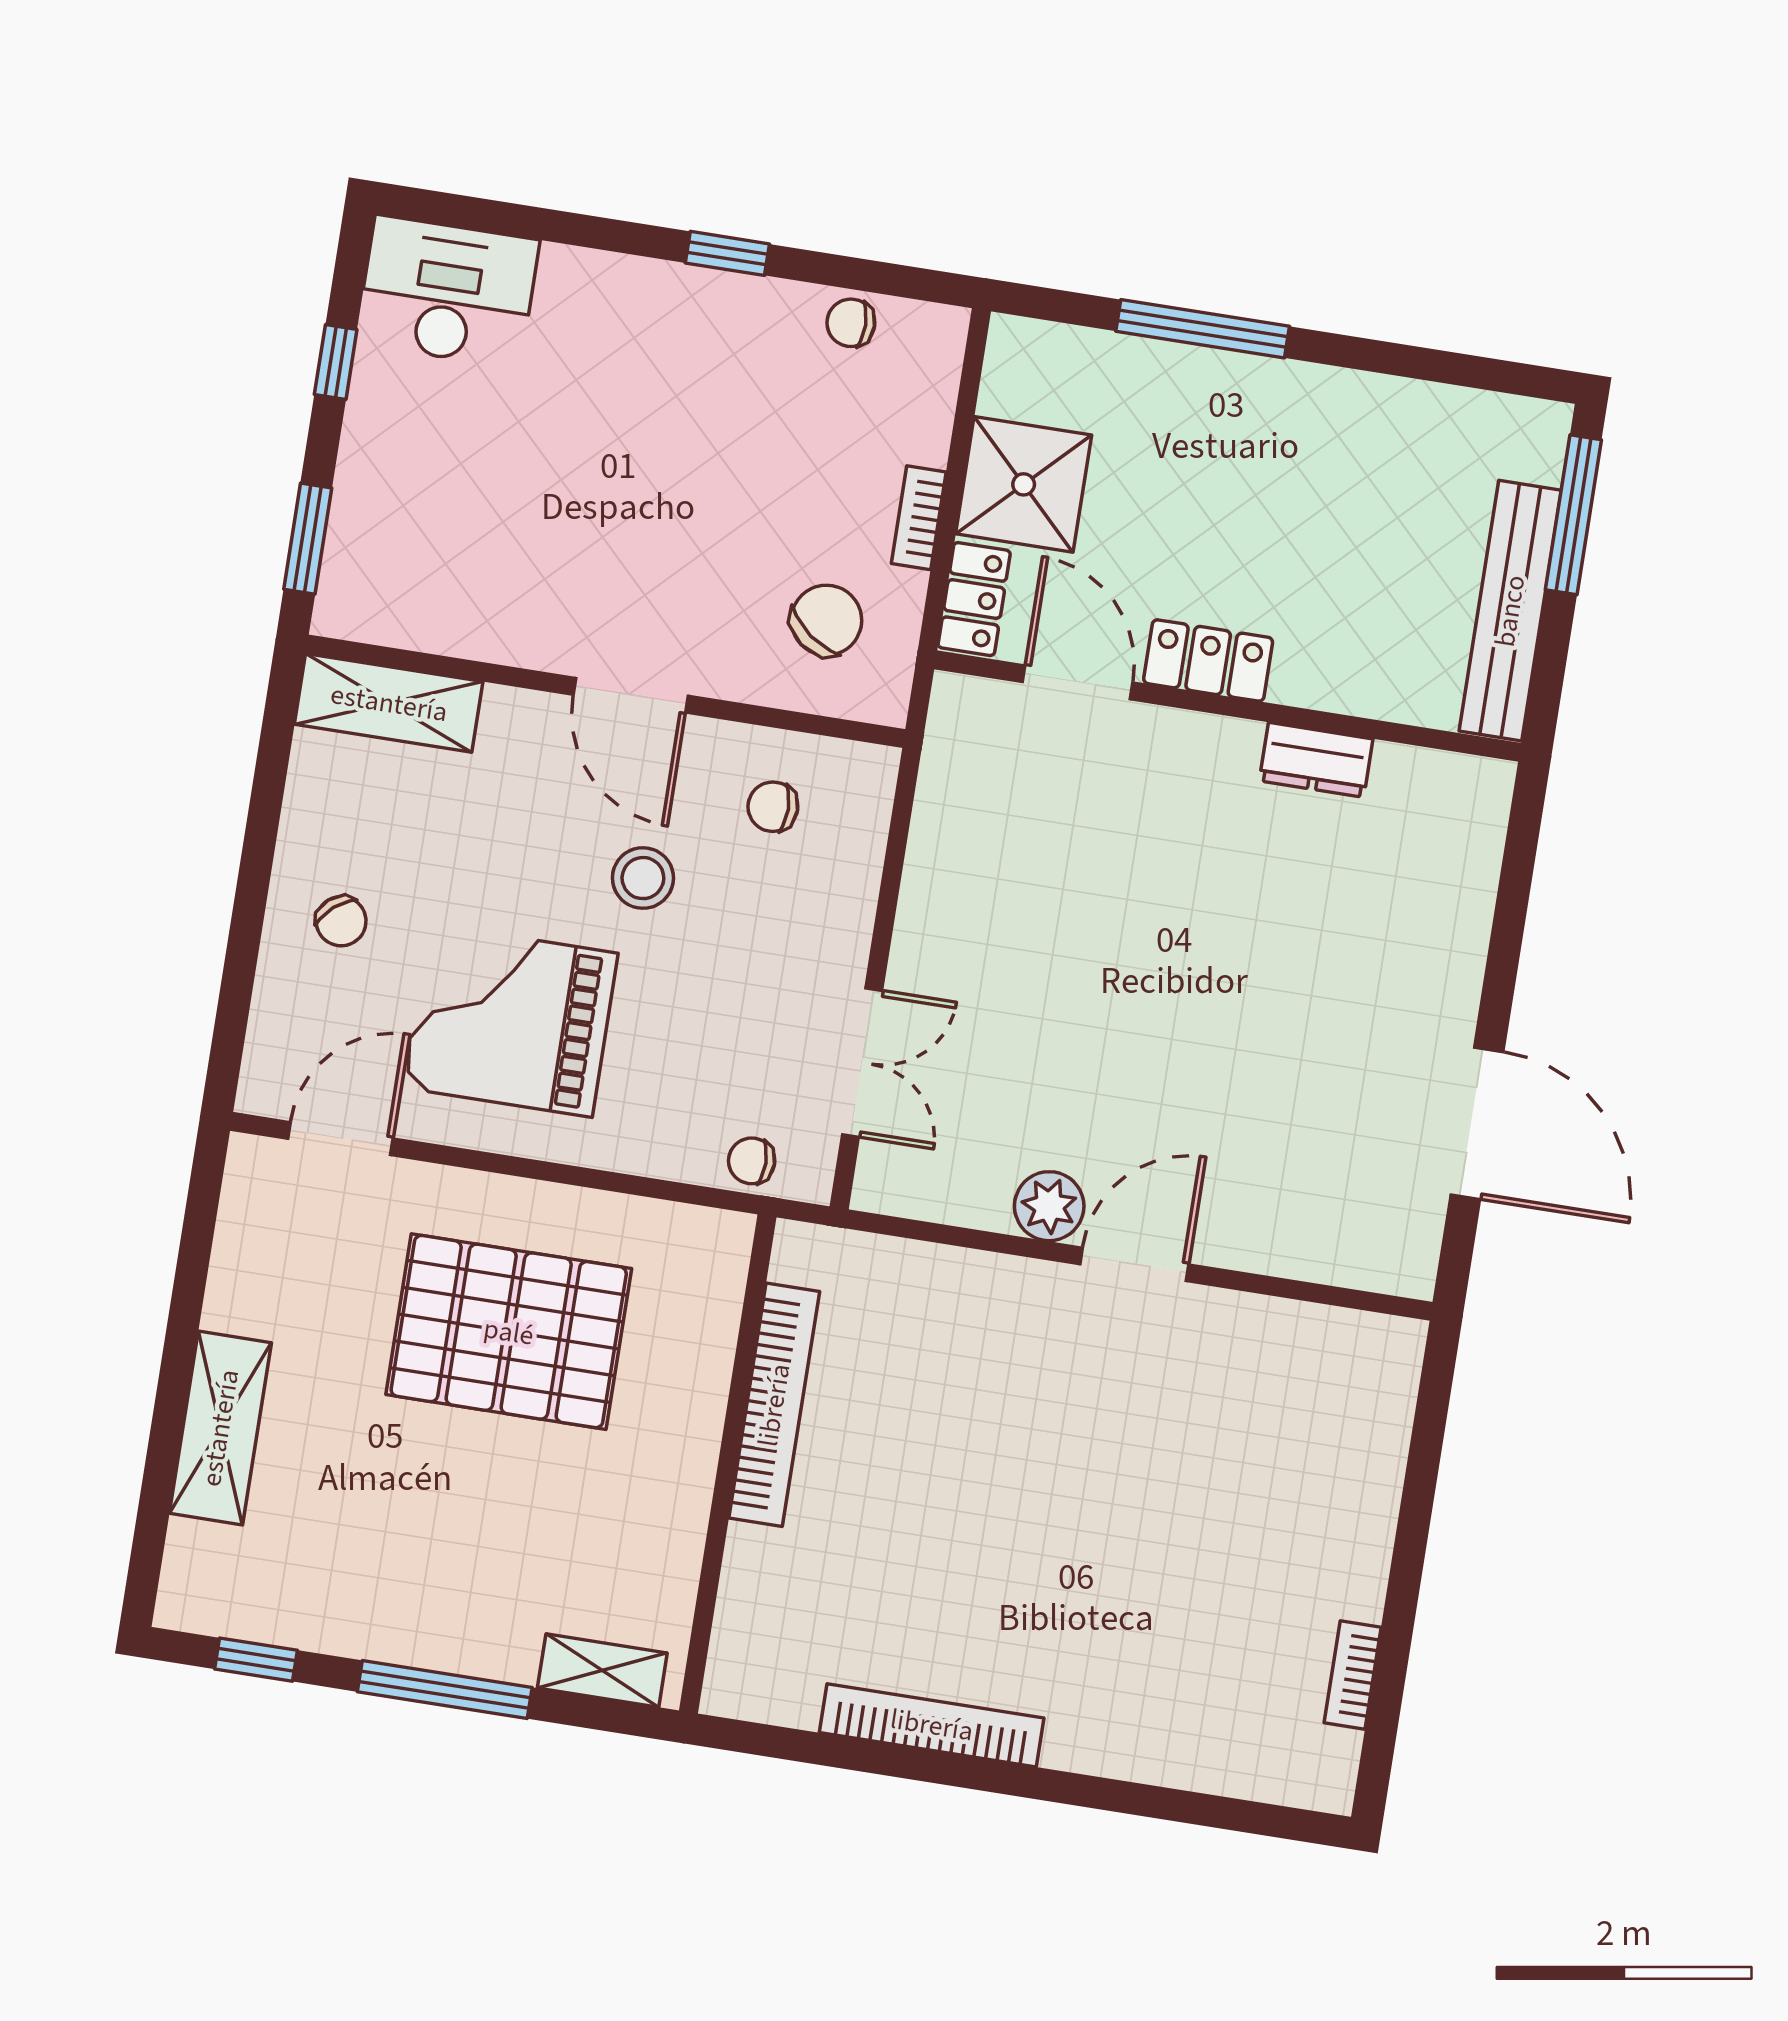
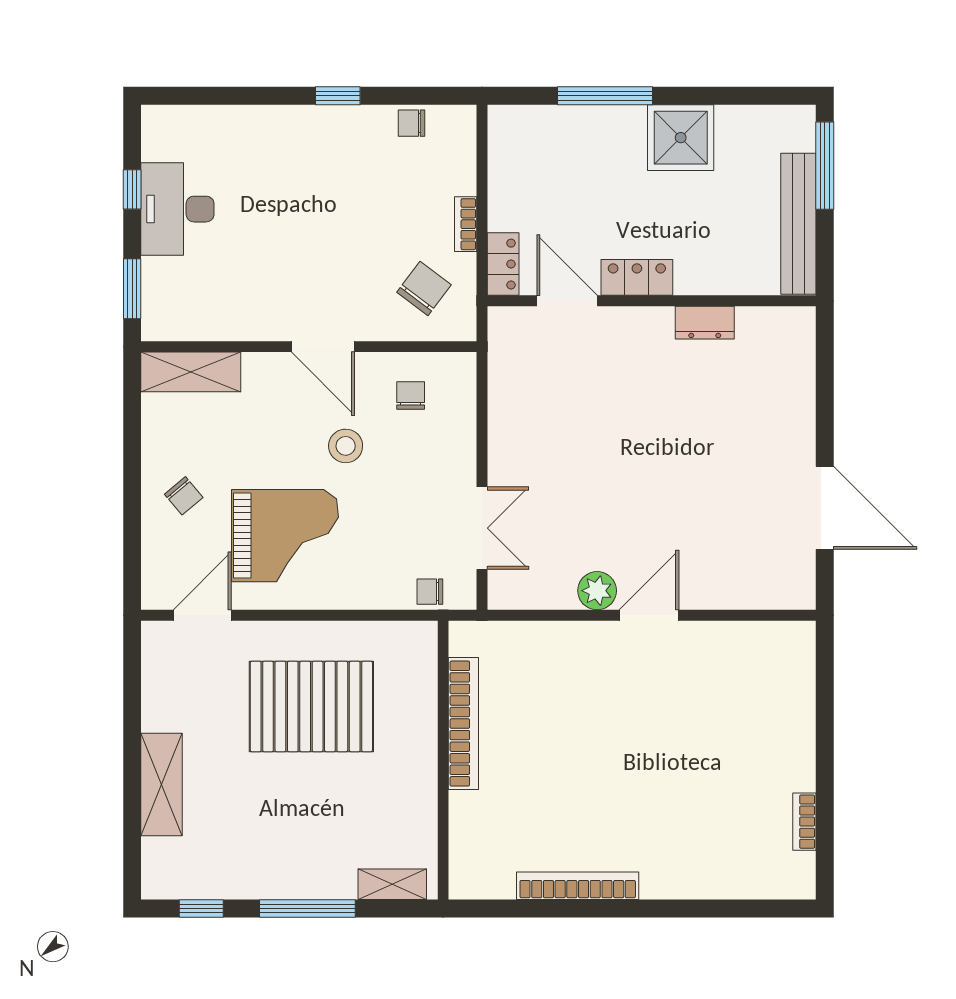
desk: (447, 292) -> (177, 209), moved, turned -90
shower: (1024, 484) -> (681, 138), moved
chair: (773, 807) -> (411, 395), turned 90
grand piano: (510, 1020) -> (285, 536), turned 180

